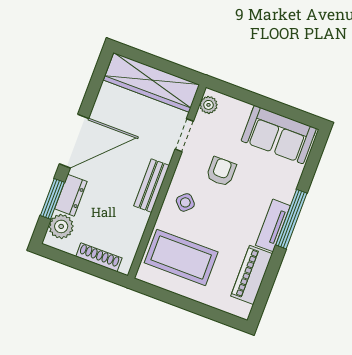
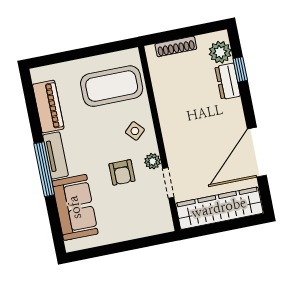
plant: (209, 105) -> (153, 161), moved
sofa: (279, 135) -> (75, 207), moved, turned 90
door: (74, 141) -> (257, 152), moved
bench: (152, 186) -> (169, 128), removed
window: (52, 199) -> (240, 69), width x0.67

